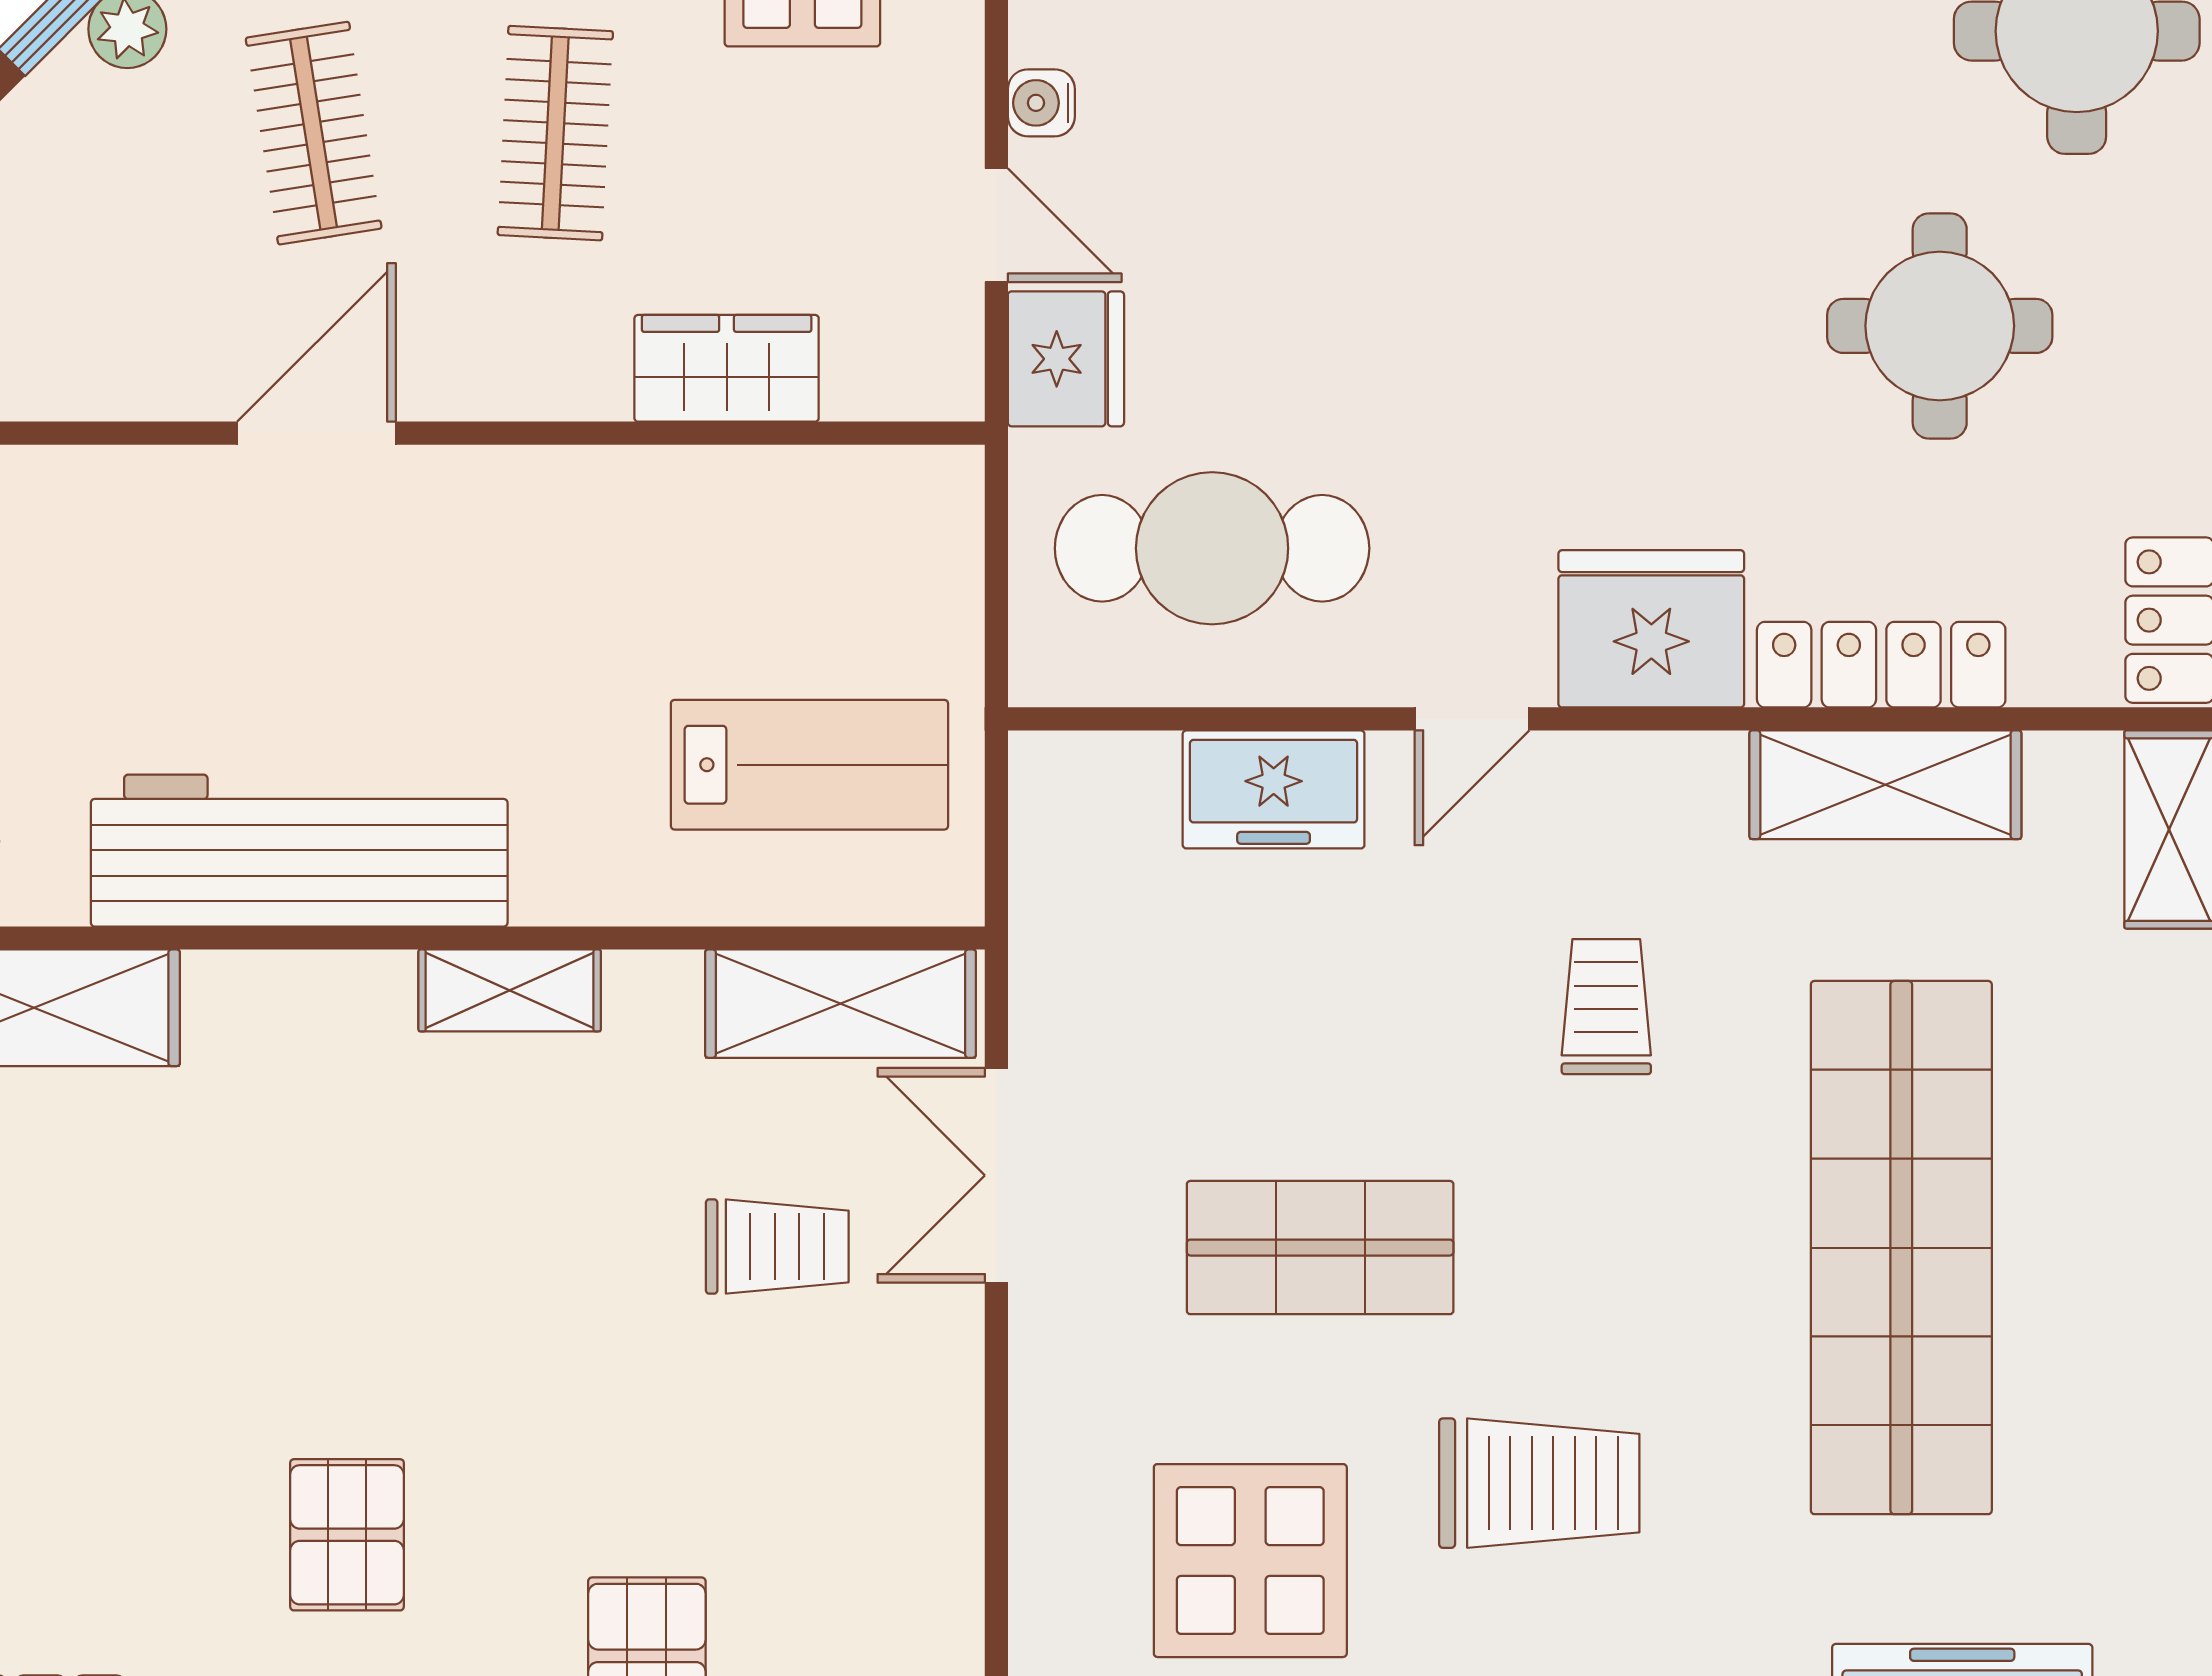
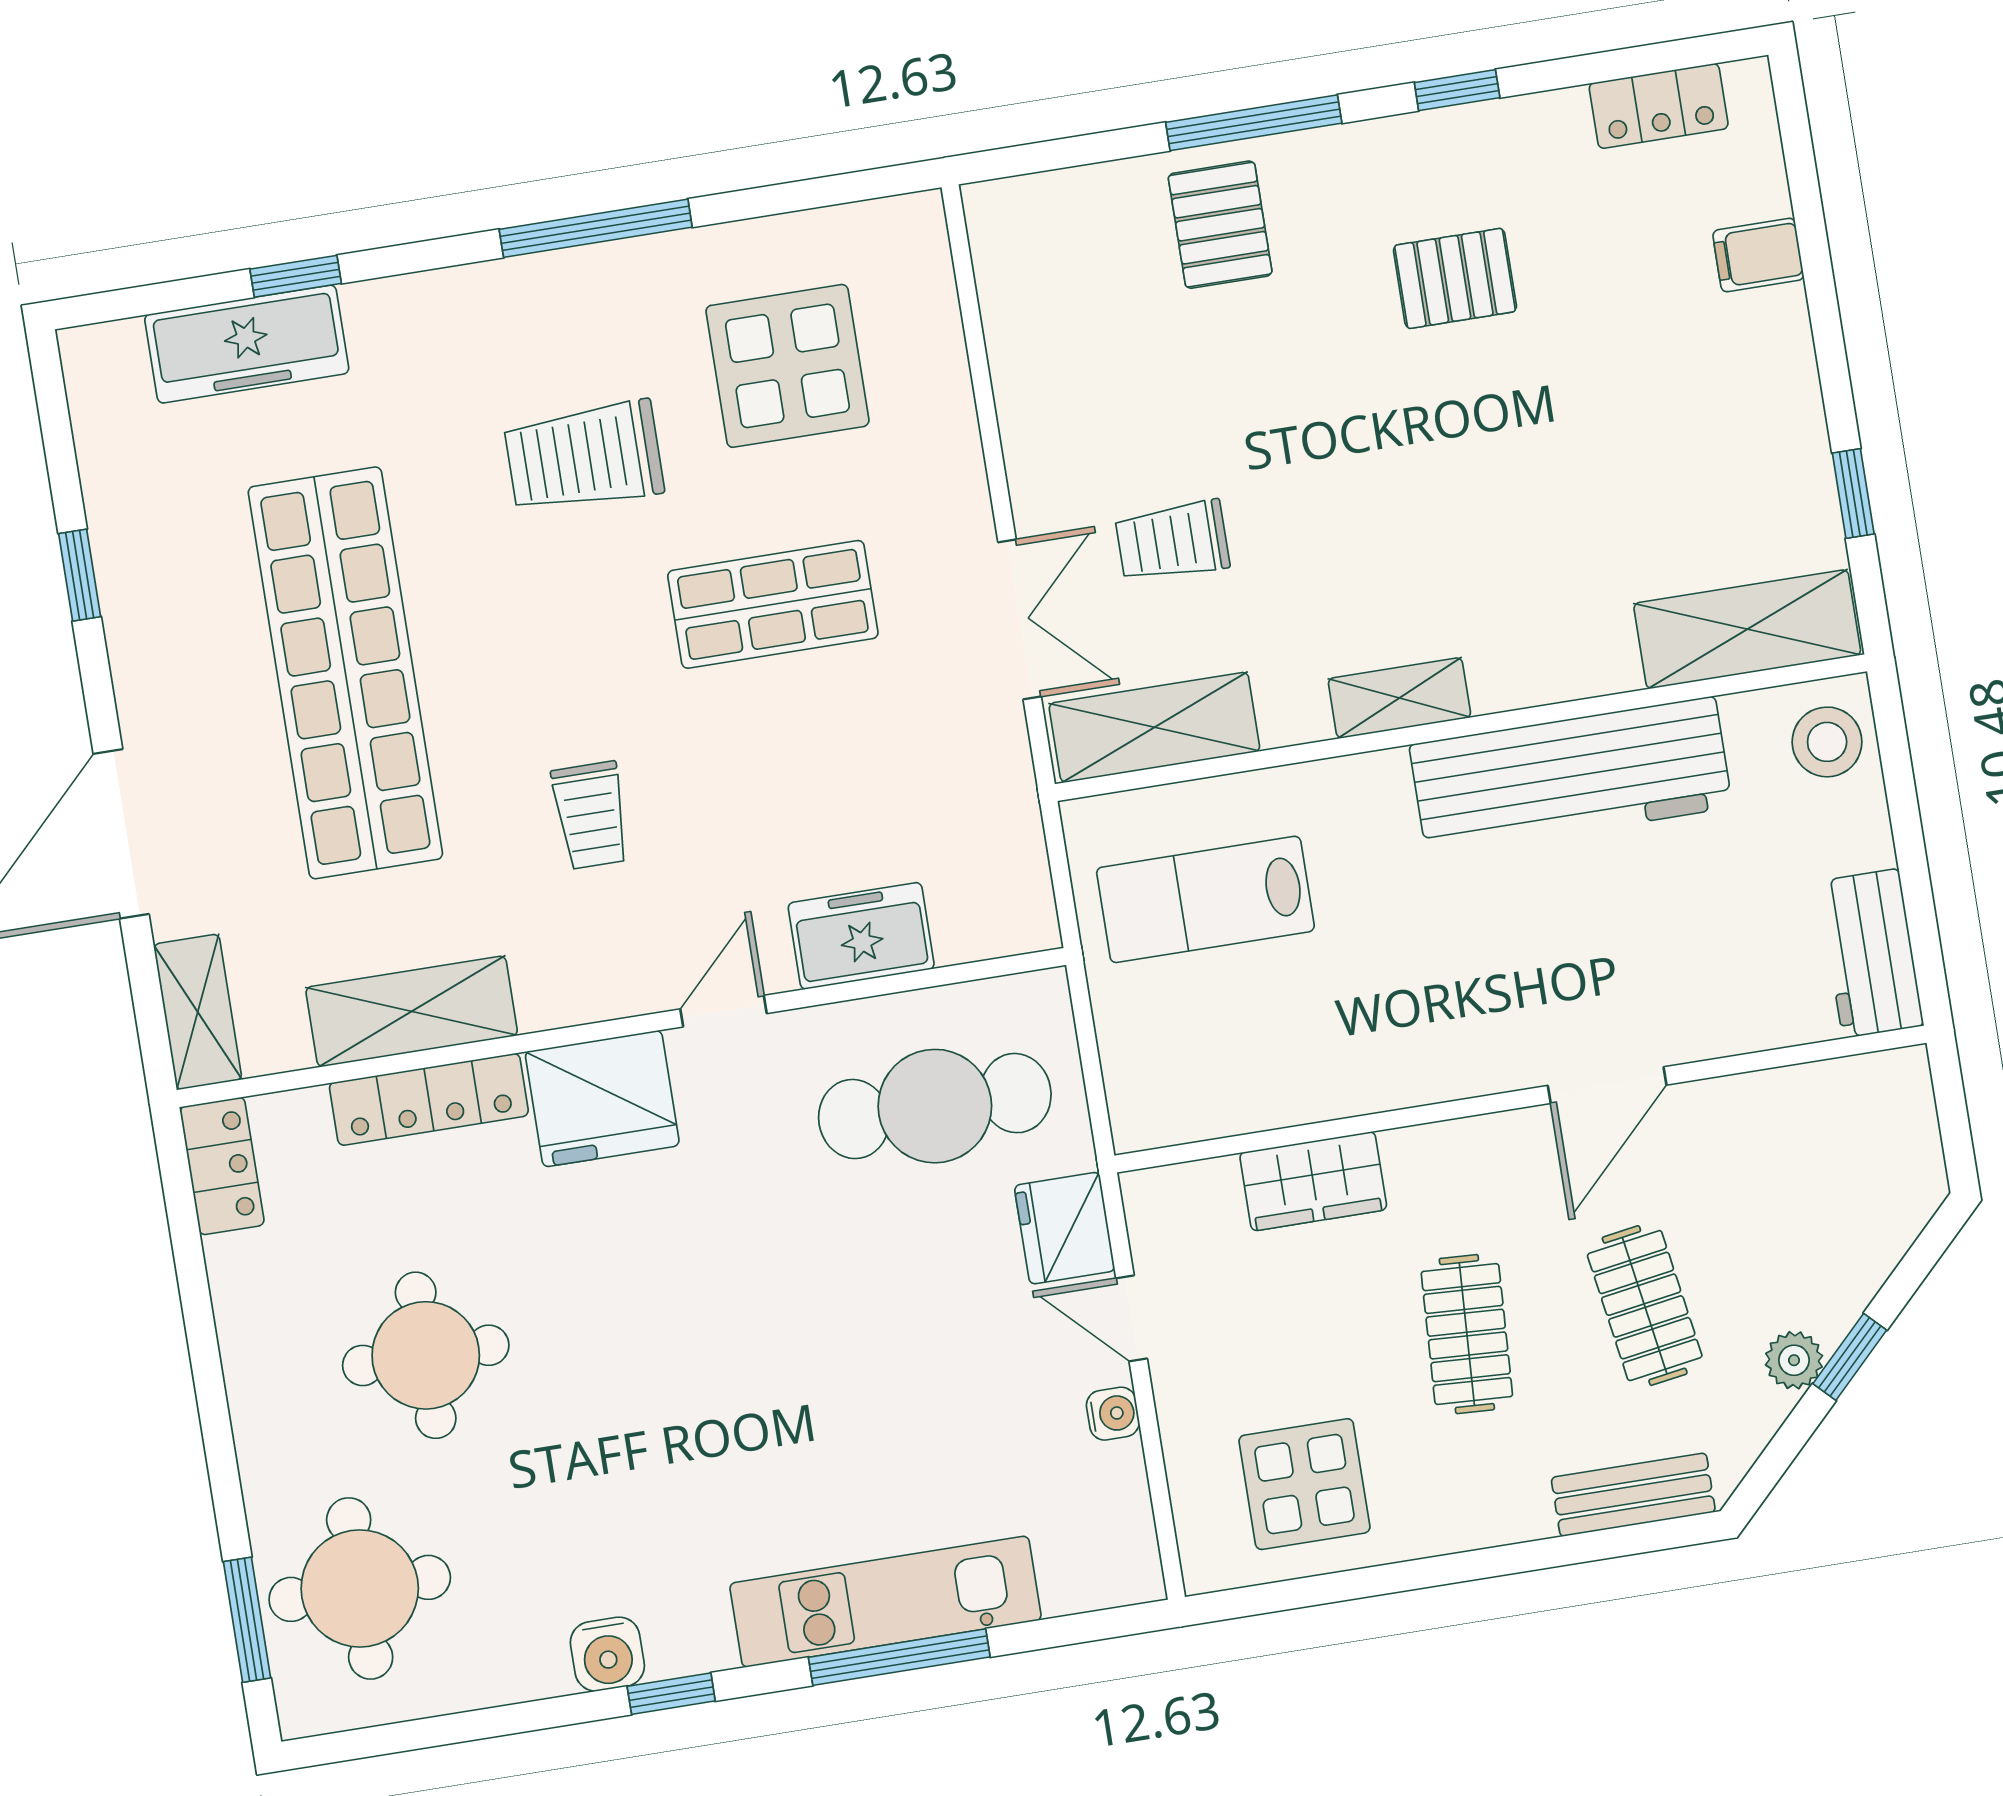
pallet: (347, 1535) -> (1455, 278), turned 90

